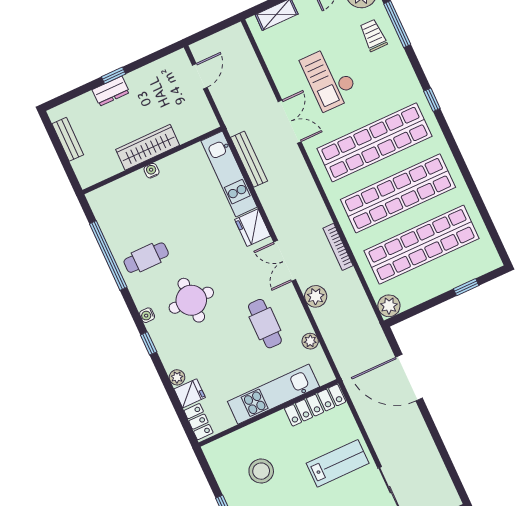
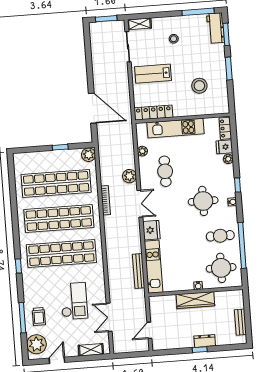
double door: (290, 122) -> (109, 317), moved
round table: (127, 210) -> (221, 268), added
window: (466, 287) -> (60, 147), moved

